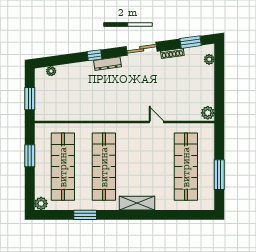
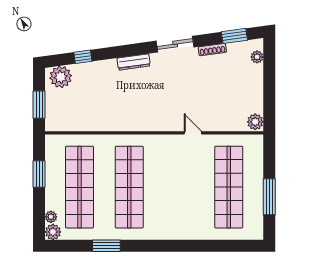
window: (94, 55) -> (83, 57), moved
plant: (51, 71) -> (61, 77), width x1.87, depth x1.87
plant: (39, 191) -> (51, 217), added
shelving: (137, 203) -> (169, 231), removed

